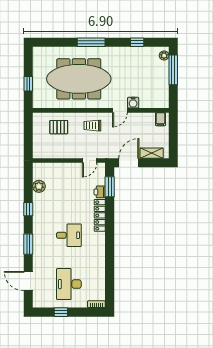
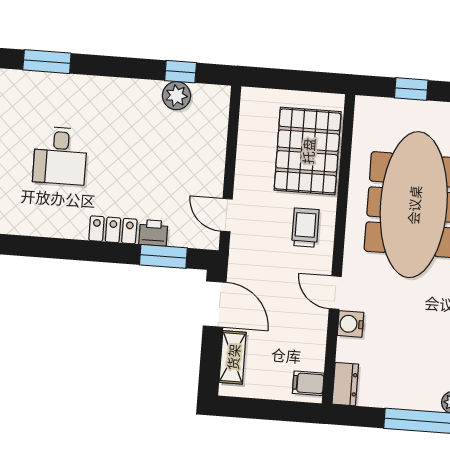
dresser: (160, 103) -> (345, 384), added
pallet: (59, 127) -> (308, 151), width x2.05, depth x2.00
window: (28, 209) -> (181, 72), moved
locker: (100, 215) -> (113, 230), width x0.66

